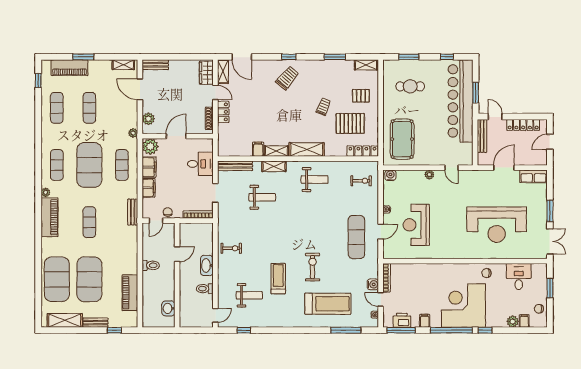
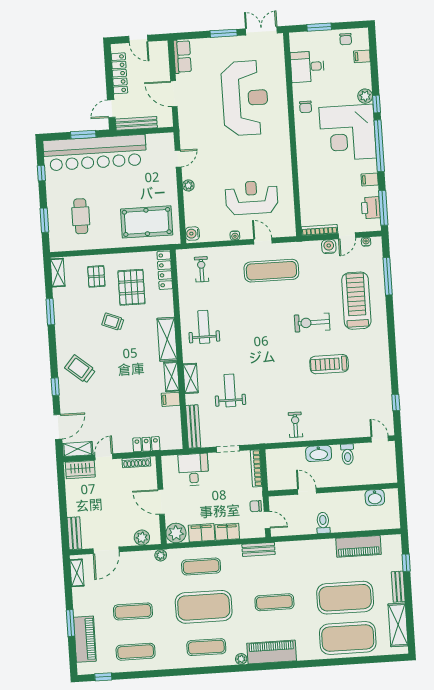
window: (289, 57) -> (55, 387), moved
locker: (223, 112) -> (146, 444), moved
reception desk: (416, 225) -> (252, 198), turned 180
weight bench: (249, 295) -> (352, 399), removed
plant: (513, 322) -> (365, 96), moved

